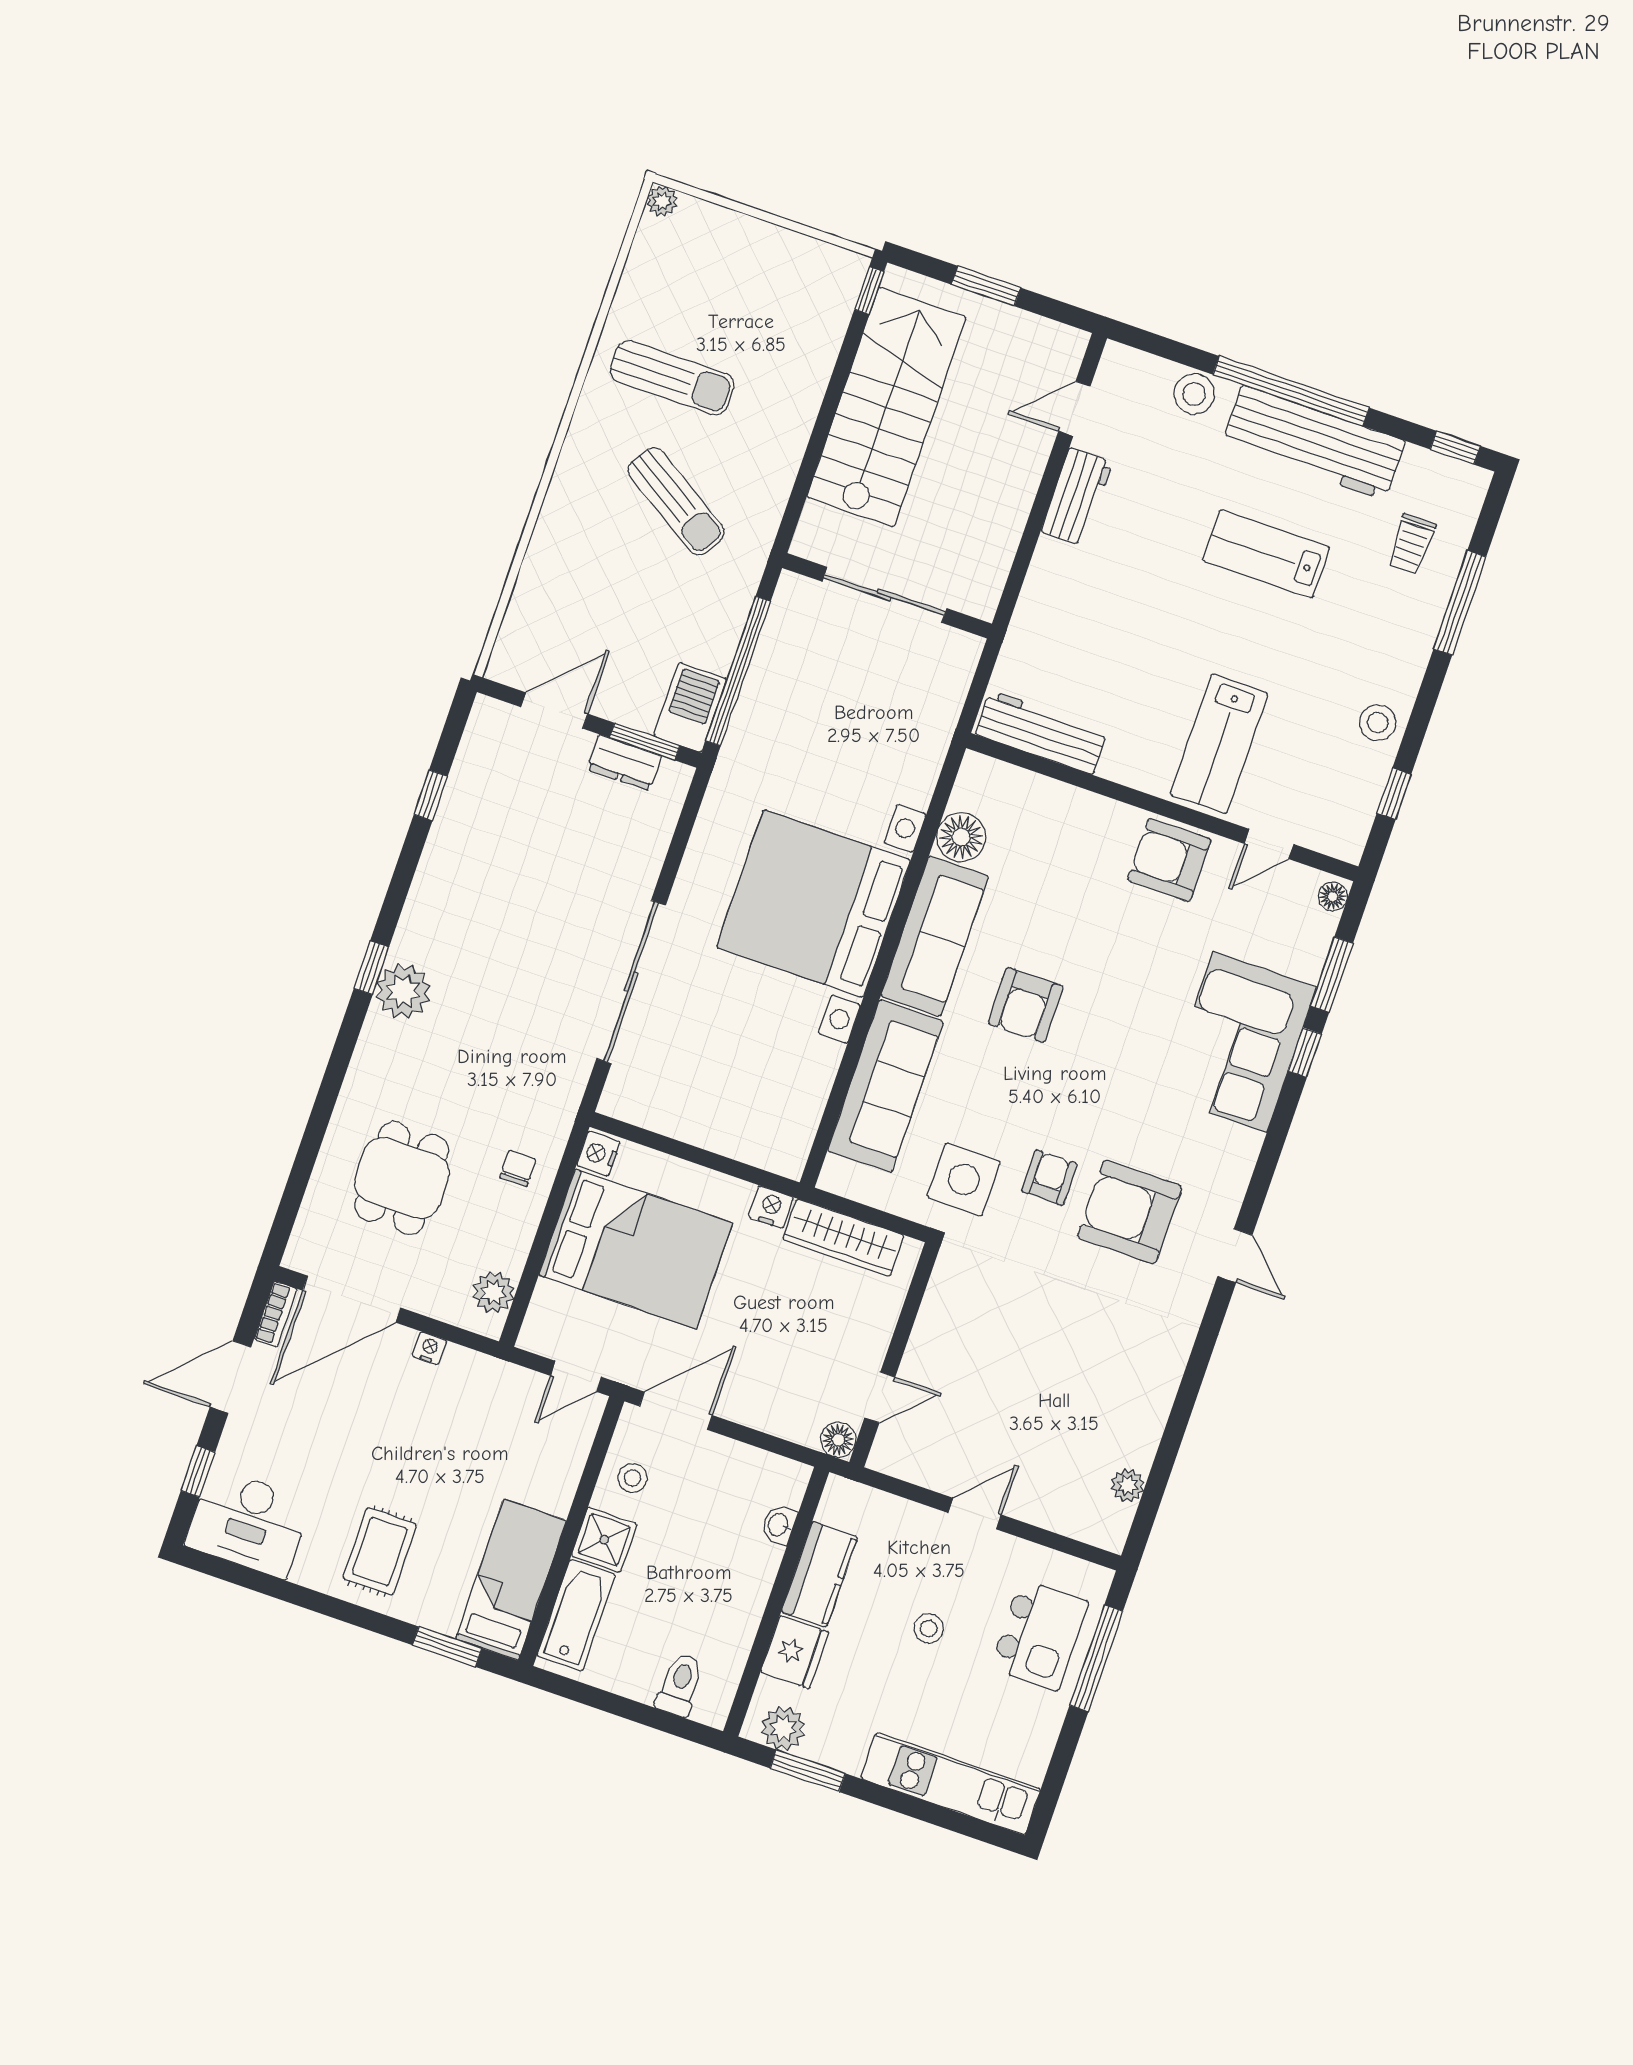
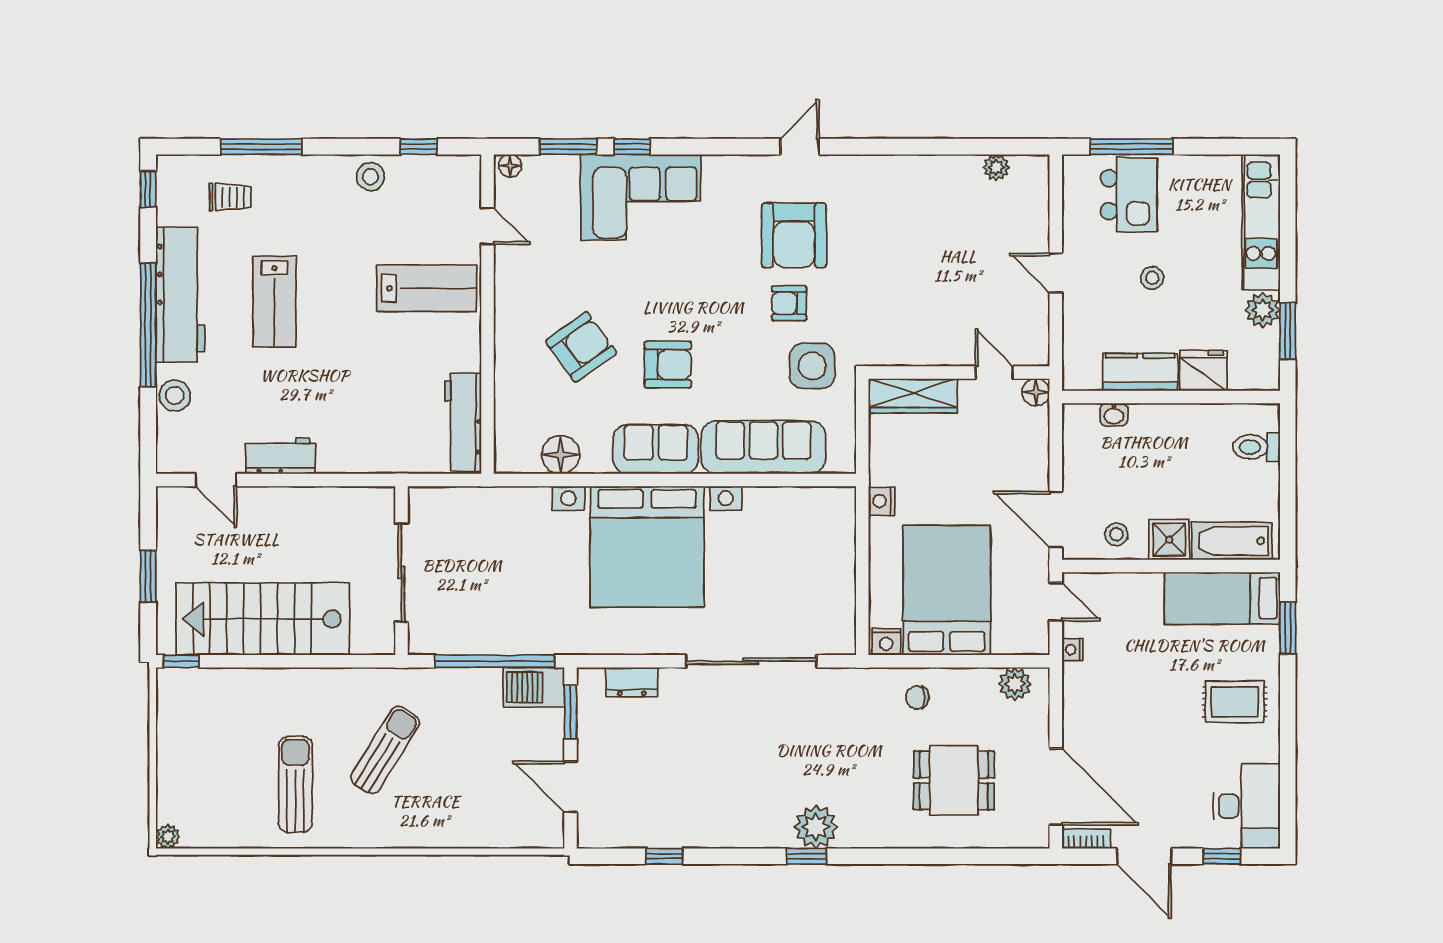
dresser: (624, 763) -> (632, 682), moved, turned 90
armchair: (1169, 860) -> (581, 347), moved, turned -126
sofa: (935, 936) -> (656, 449), width x0.73
wardrobe: (843, 1237) -> (913, 396), moved, turned 90
nightstand: (429, 1348) -> (1072, 650), moved
kitchen island: (1039, 1635) -> (1129, 195), turned 90
plant: (783, 1728) -> (1263, 310), moved

